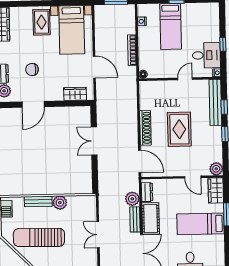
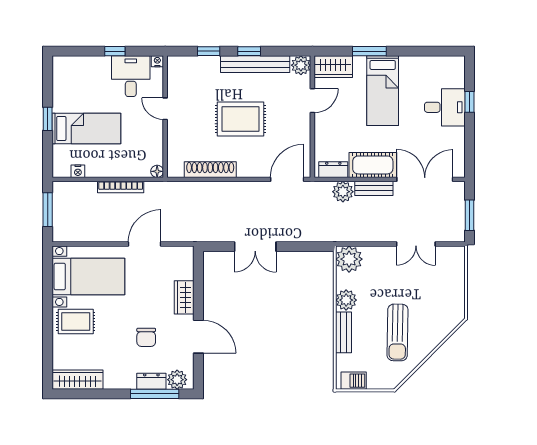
wardrobe: (75, 94) -> (184, 297), moved
bench: (215, 102) -> (255, 64), moved
shoe rack: (145, 128) -> (210, 170), moved
plant: (87, 204) -> (349, 259), added
double door: (98, 235) -> (416, 244), moved
sun lounger: (39, 237) -> (398, 332), width x0.73, depth x0.75

